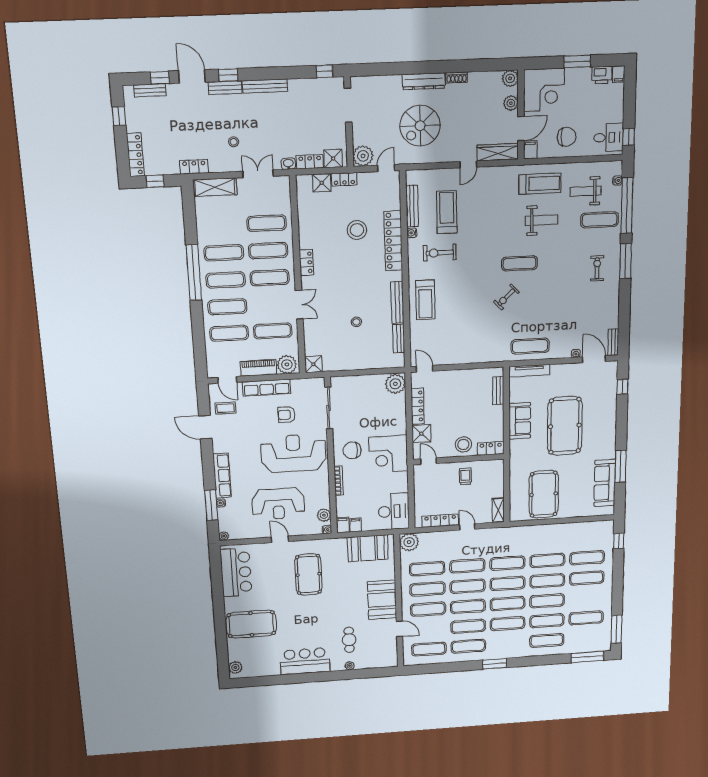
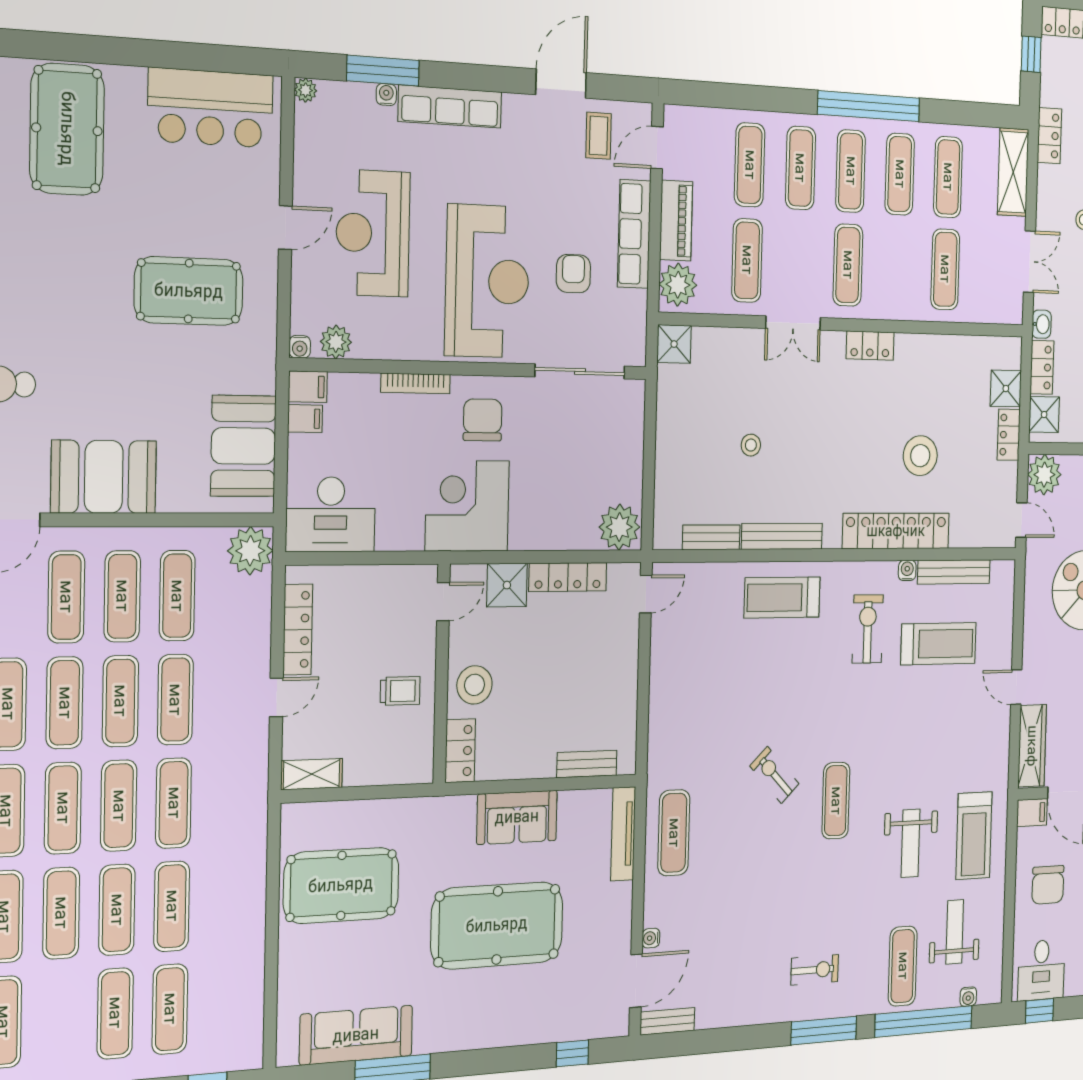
exercise mat: (268, 251) -> (948, 177), moved

